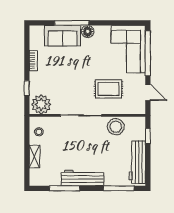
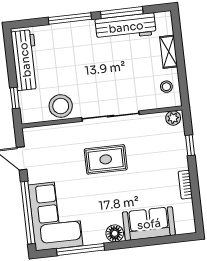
window: (72, 23) -> (80, 249), moved
rug: (109, 89) -> (106, 159), moved
plant: (41, 104) -> (173, 118), width x0.53, depth x0.53
workbench: (82, 178) -> (126, 27), moved
window: (119, 188) -> (70, 18), moved

